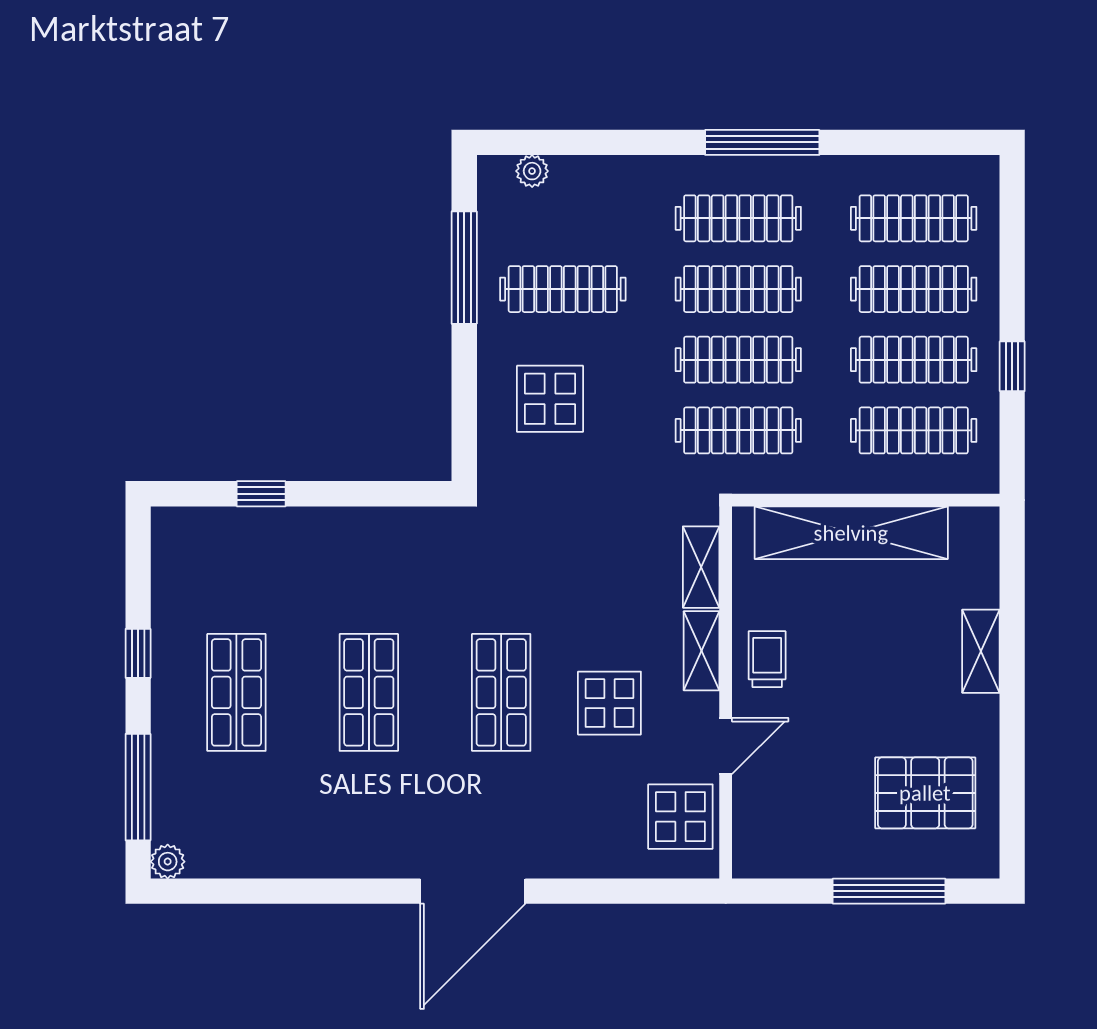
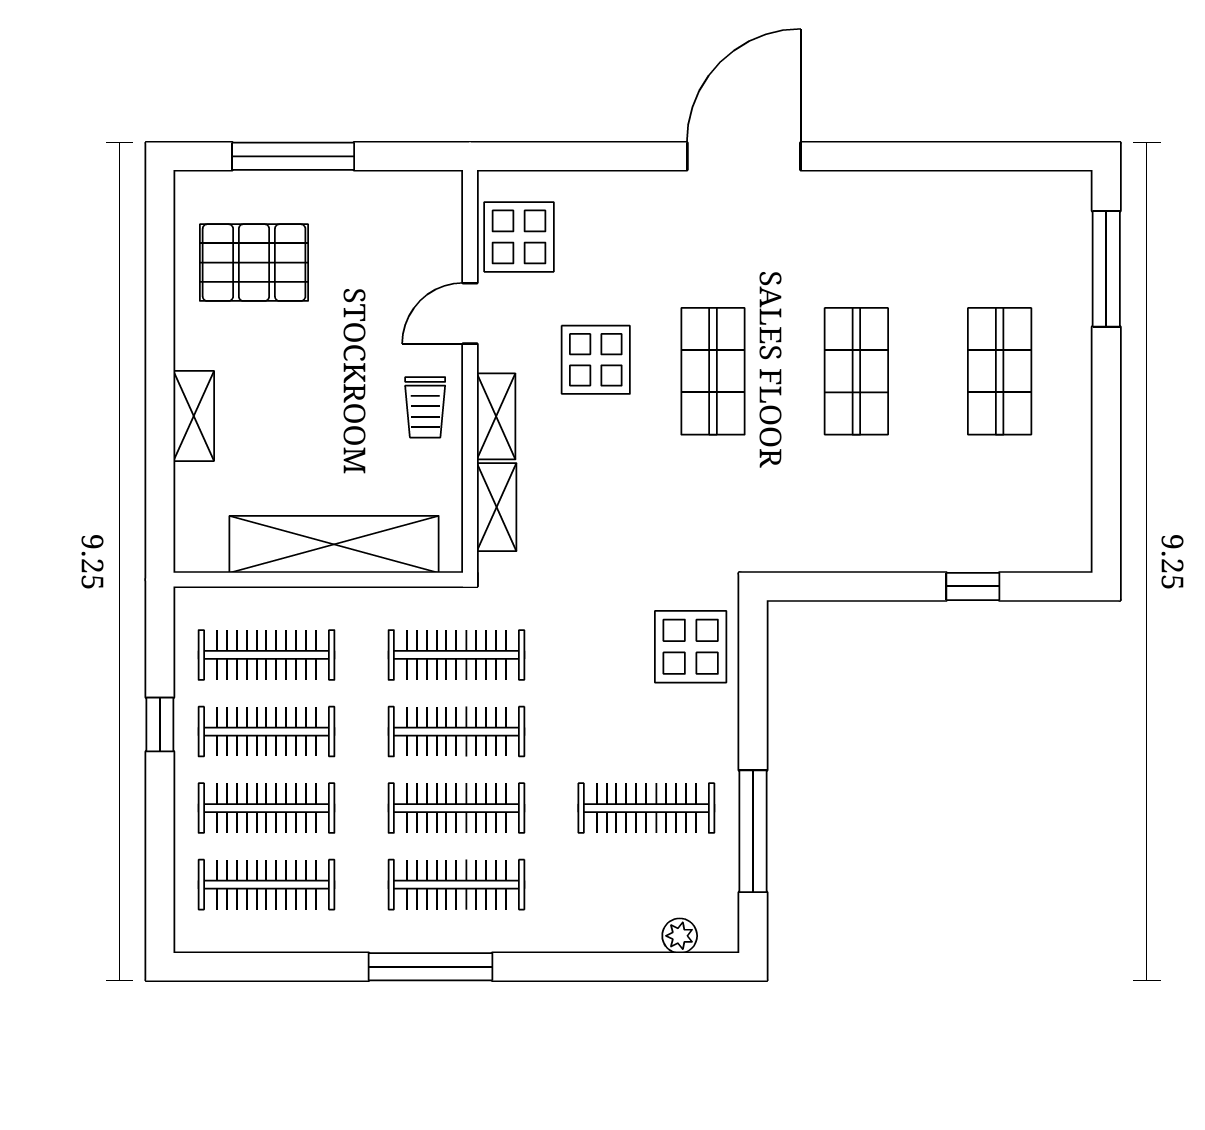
display table: (550, 399) -> (691, 647), moved
window: (138, 653) -> (1106, 414), removed
plant: (168, 862) -> (1074, 188), removed

